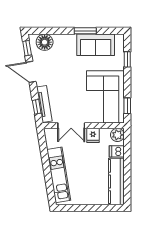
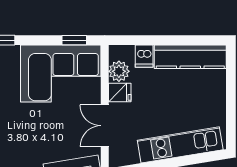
double door: (71, 126) -> (105, 126), swing flipped
plant: (117, 135) -> (119, 71), moved

